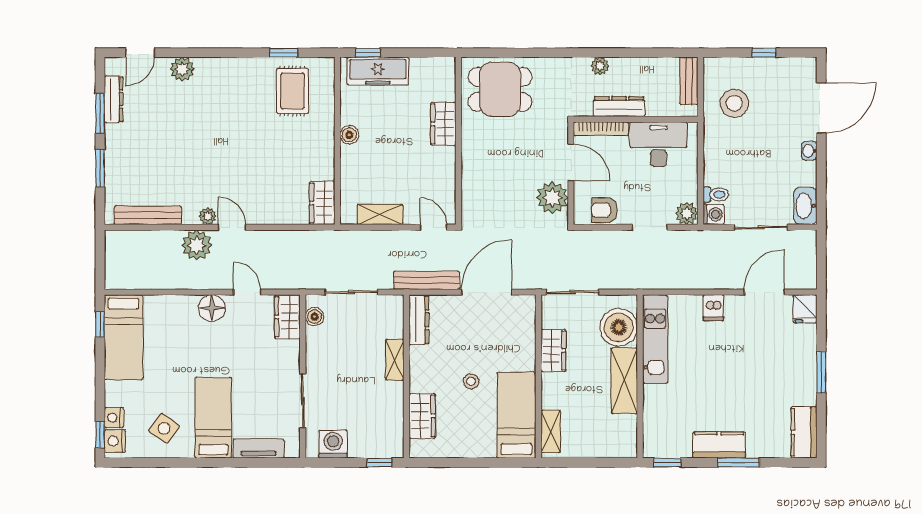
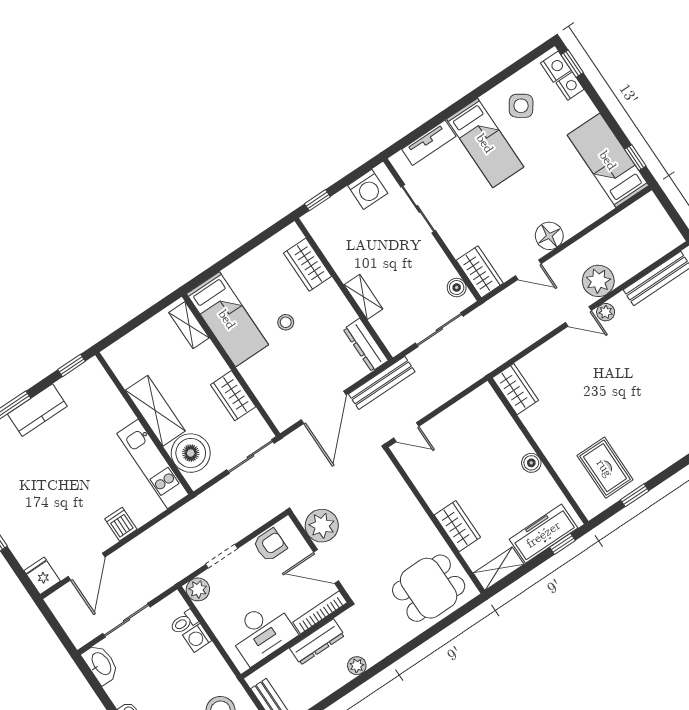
shelving: (380, 214) -> (499, 569), moved
washing machine: (714, 214) -> (197, 638), moved

